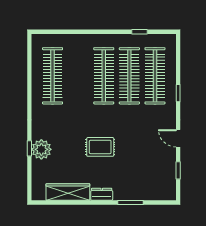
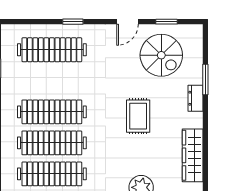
clothes rail: (129, 76) -> (52, 143), moved
spiral stairs: (150, 166) -> (161, 55), added
dresser: (102, 194) -> (196, 98), moved

